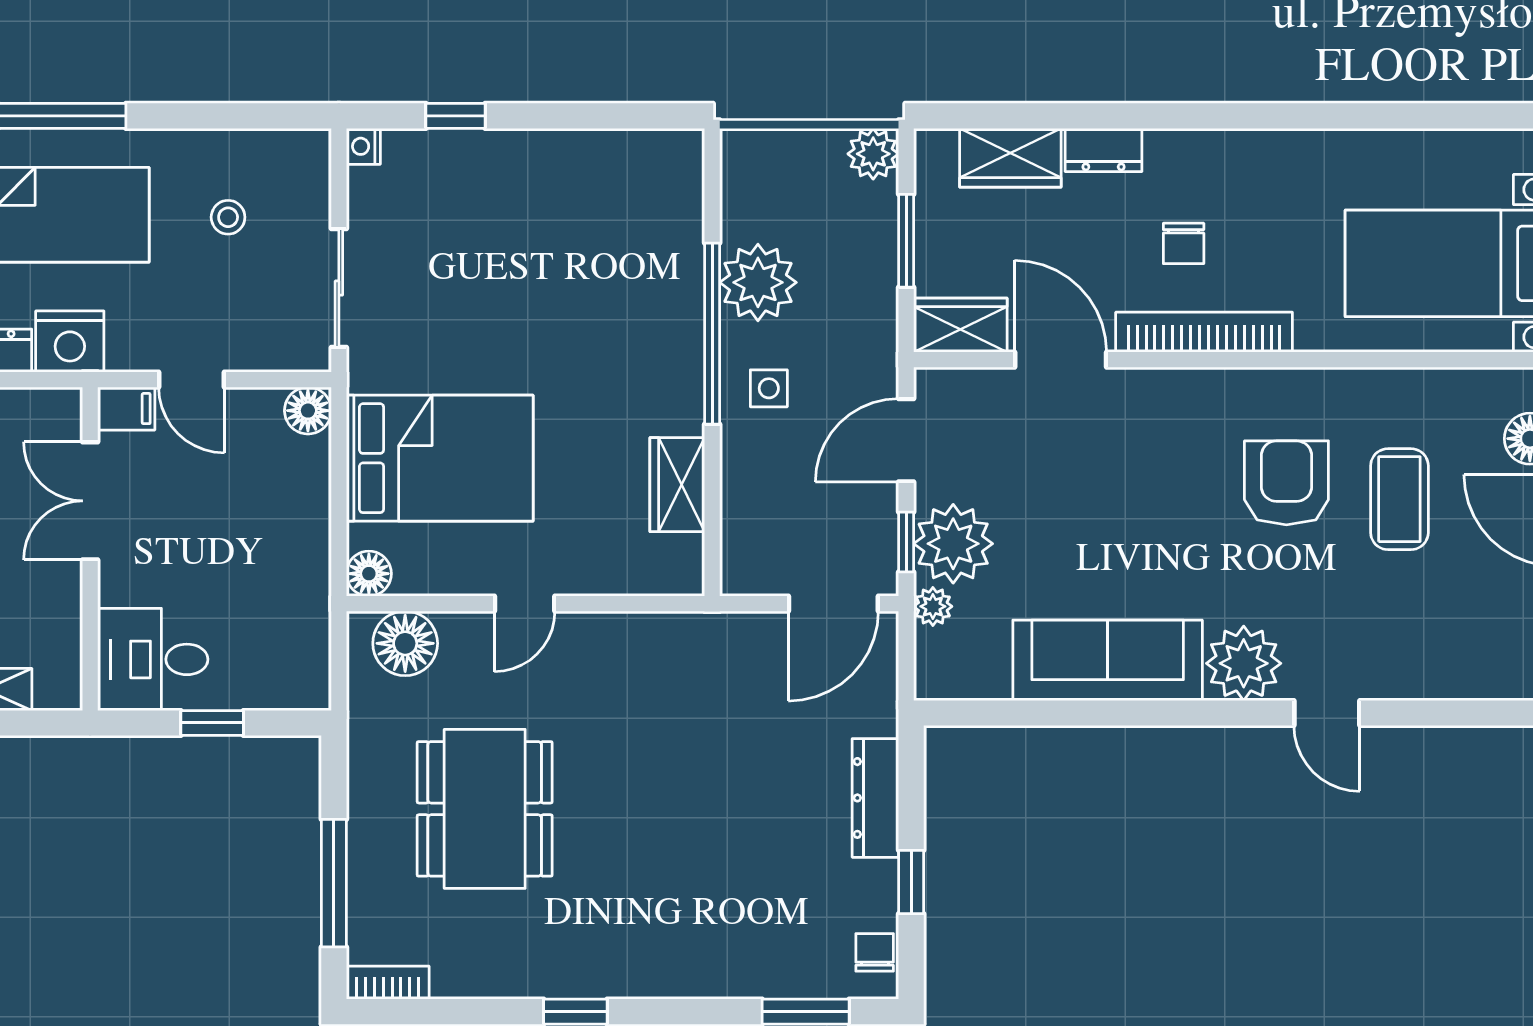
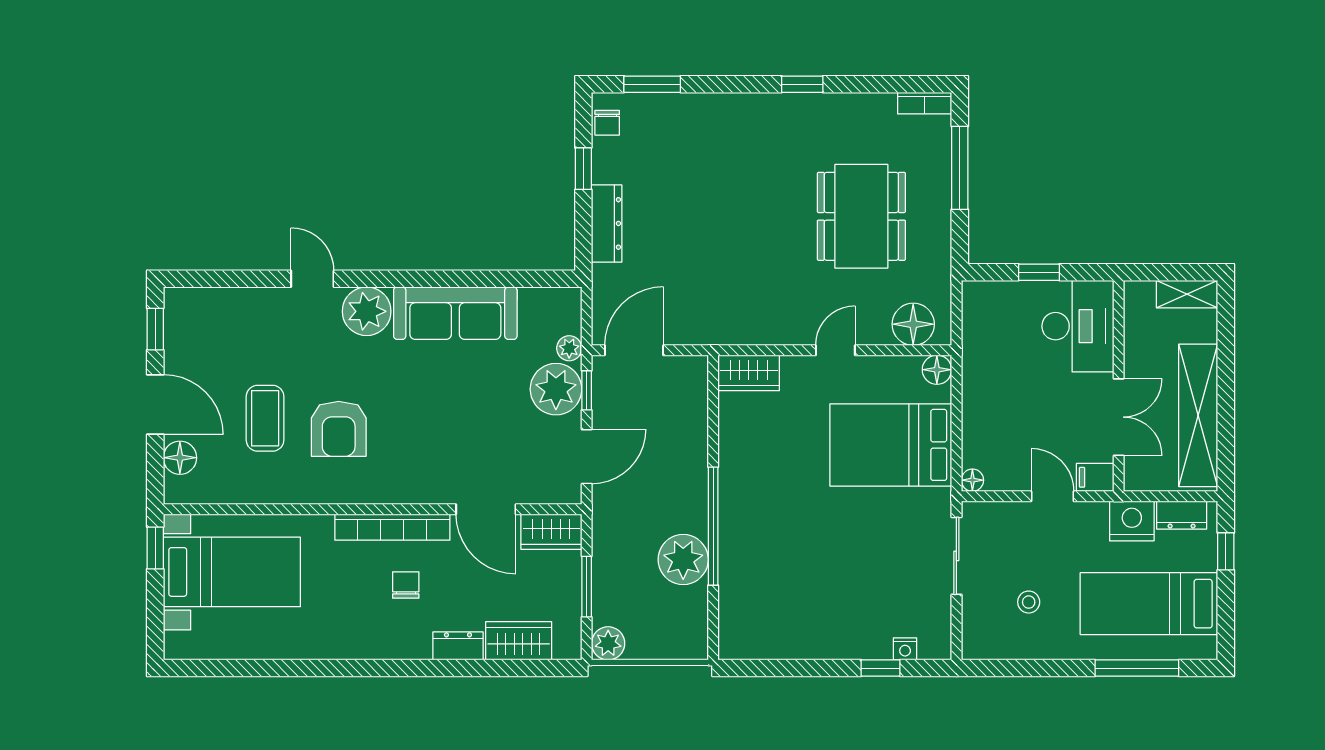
nightstand: (363, 146) -> (905, 649), moved, turned 90
side table: (769, 388) -> (676, 491), removed
floor lamp: (308, 411) -> (972, 480), width x0.73, depth x0.73
wardrobe: (677, 485) -> (749, 373), moved, turned 90
desk: (153, 659) -> (1078, 326), width x1.37

